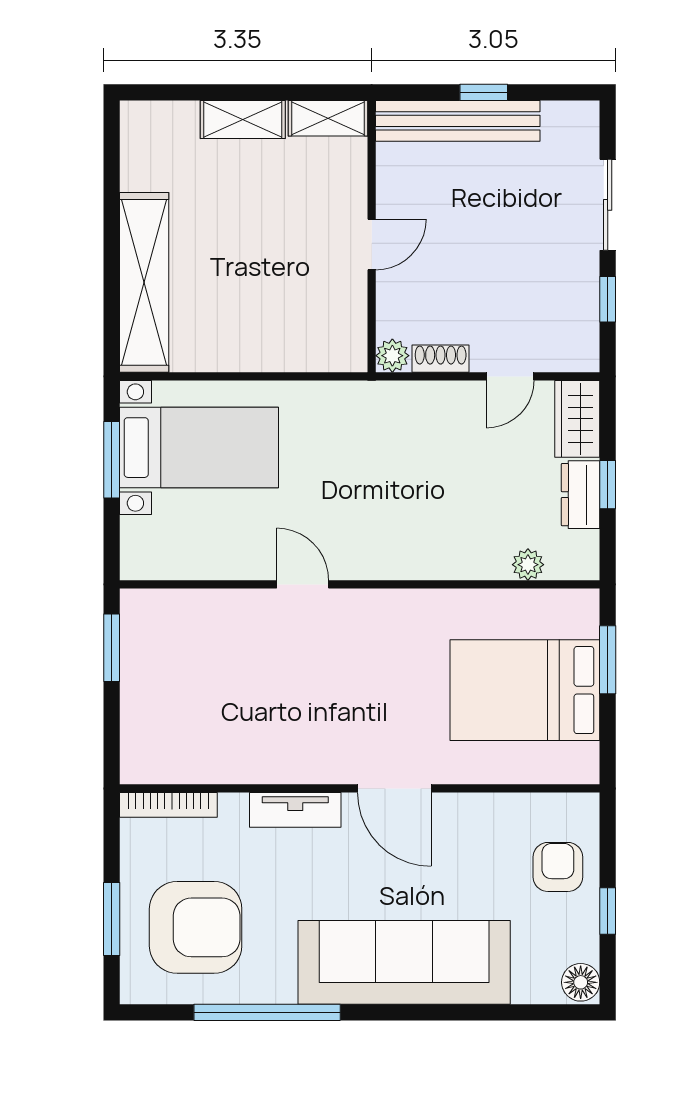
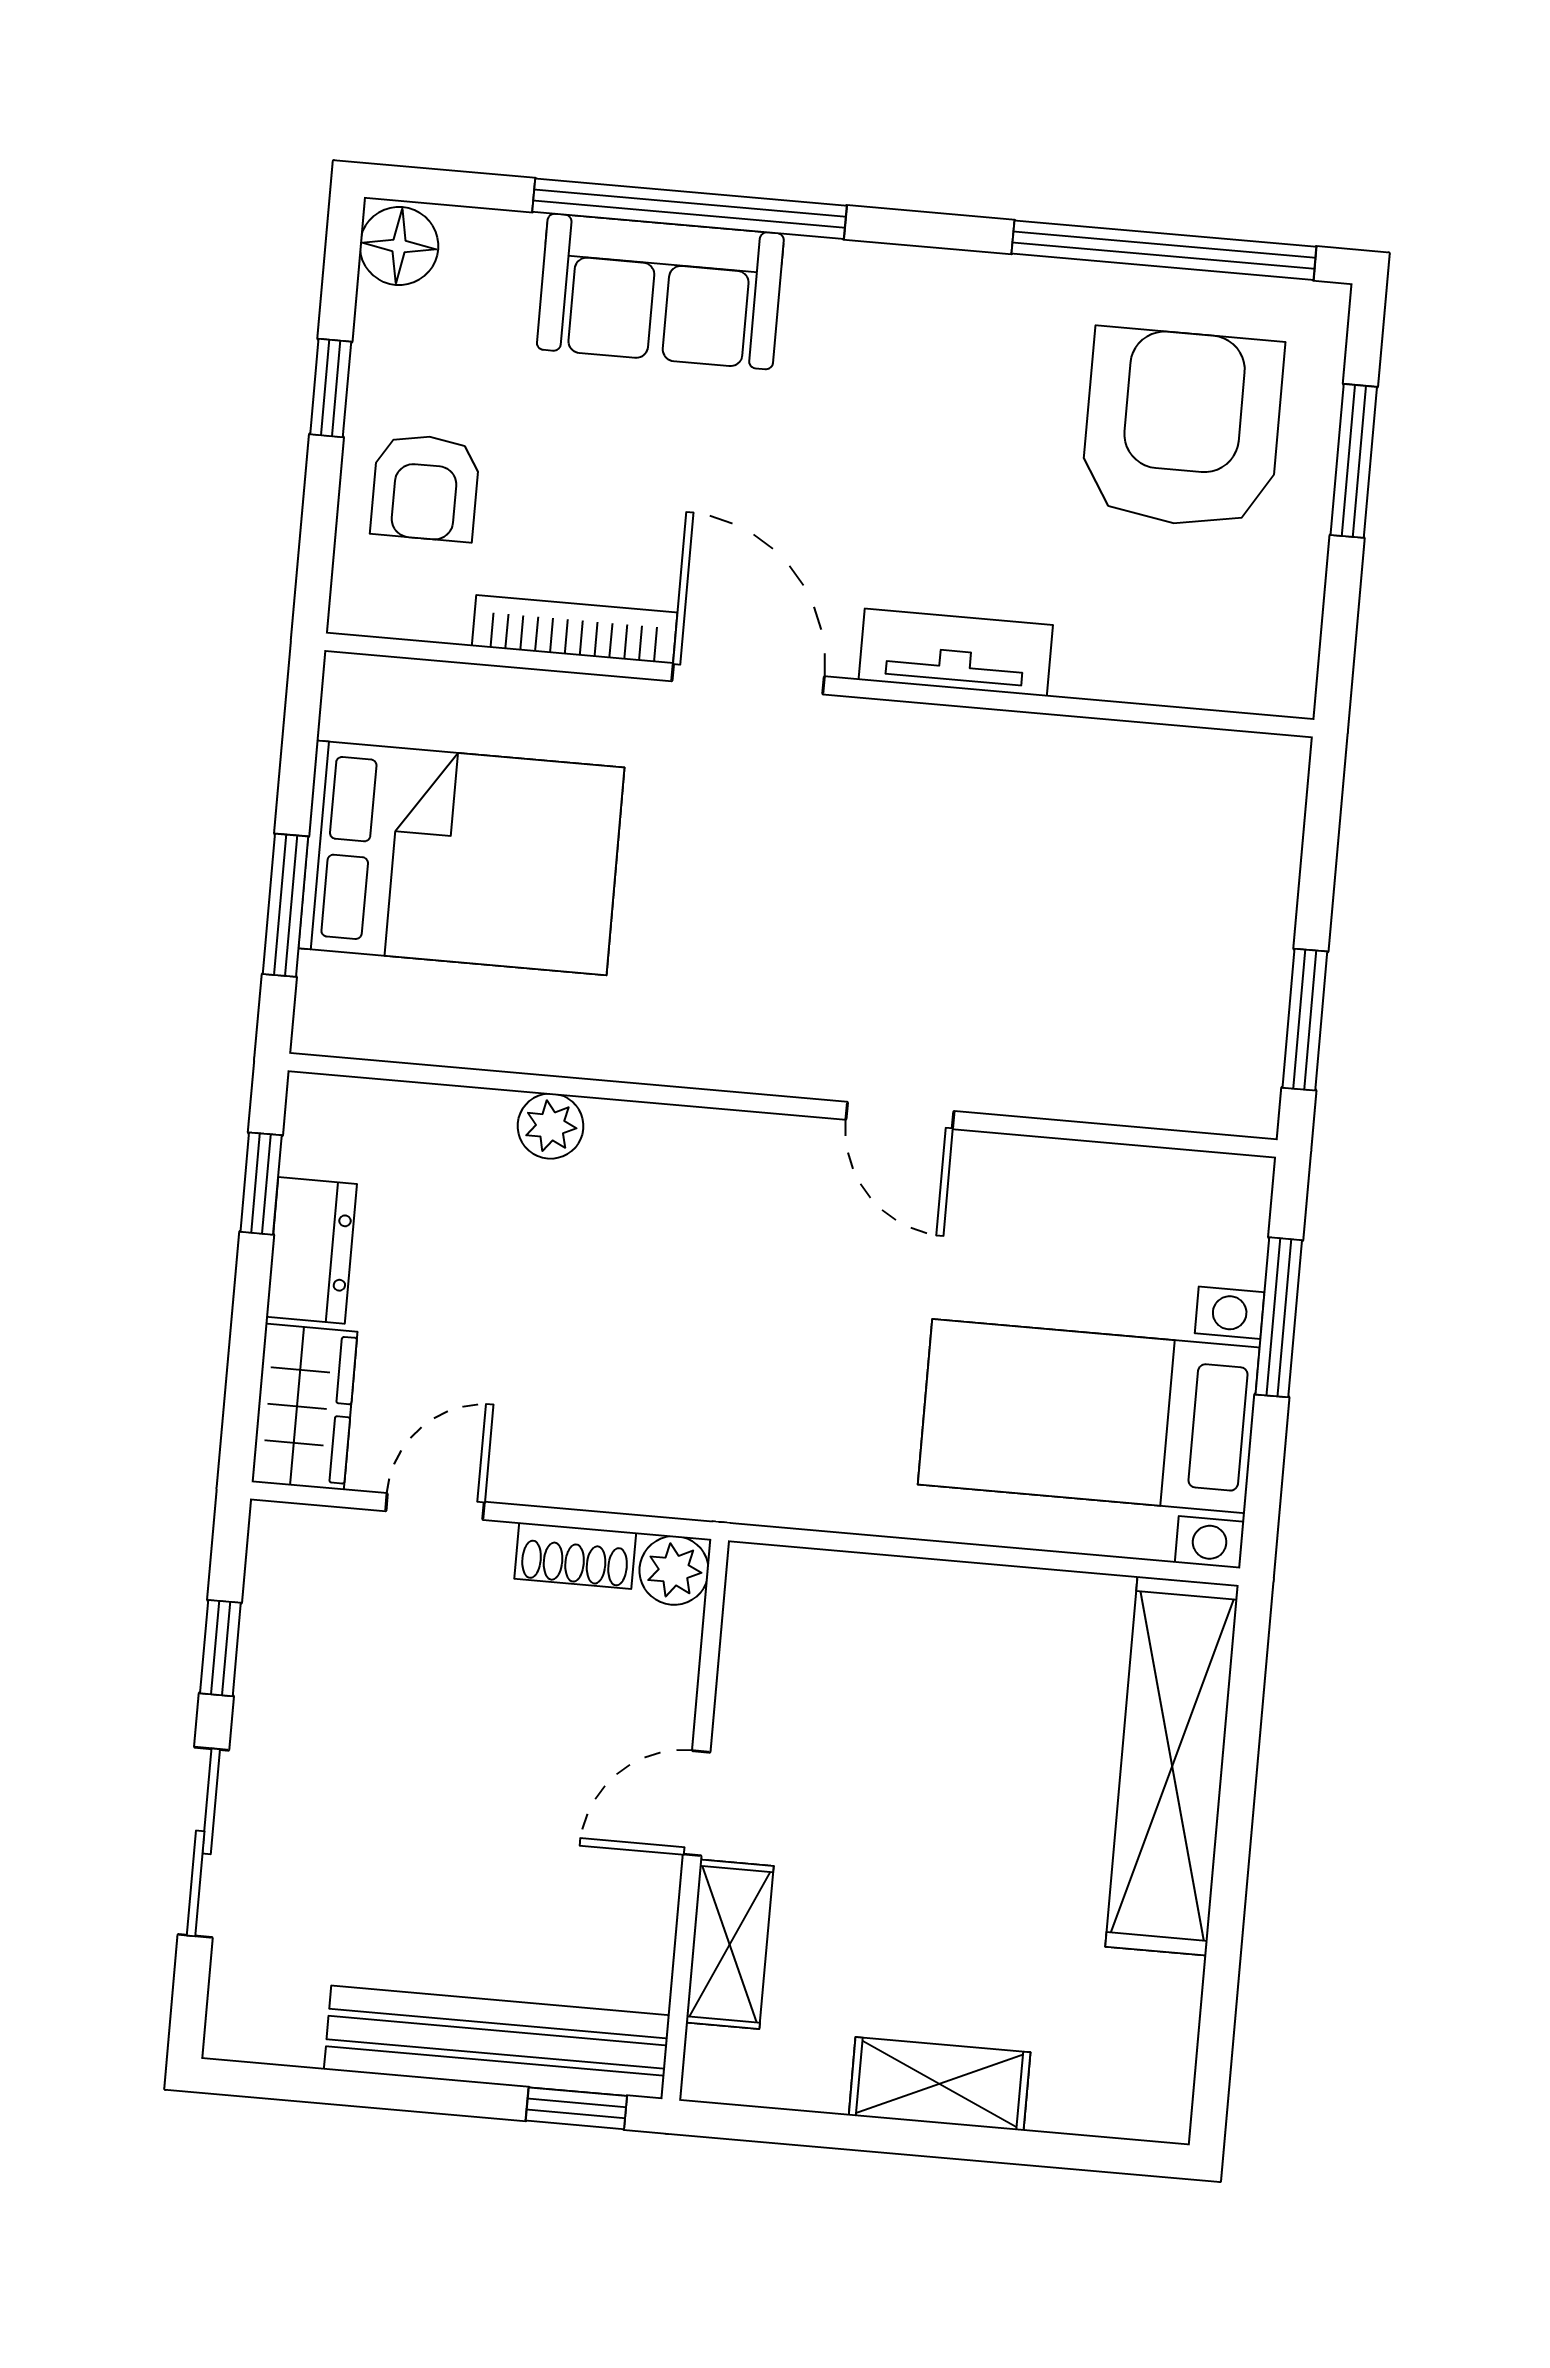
window: (484, 92) -> (576, 2108), moved
shelving: (328, 118) -> (730, 1944), moved, turned 90
window: (112, 460) -> (1279, 1317), moved
window: (608, 485) -> (261, 1184), moved
plant: (528, 565) -> (551, 1126), moved
bookcase: (168, 805) -> (575, 629), moved
armchair: (196, 927) -> (1182, 428), turned 90
sofa: (404, 962) -> (660, 291), width x0.54, depth x0.79
window: (267, 1012) -> (1164, 250), moved
window: (442, 1012) -> (689, 209), added

